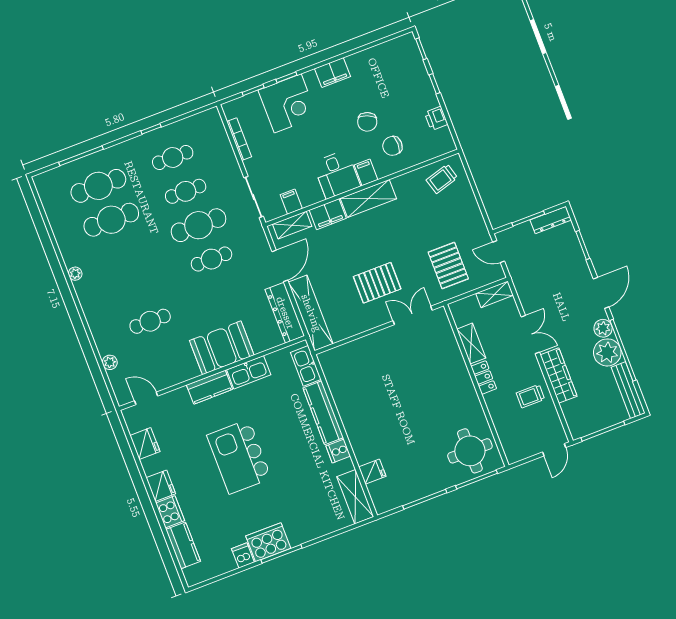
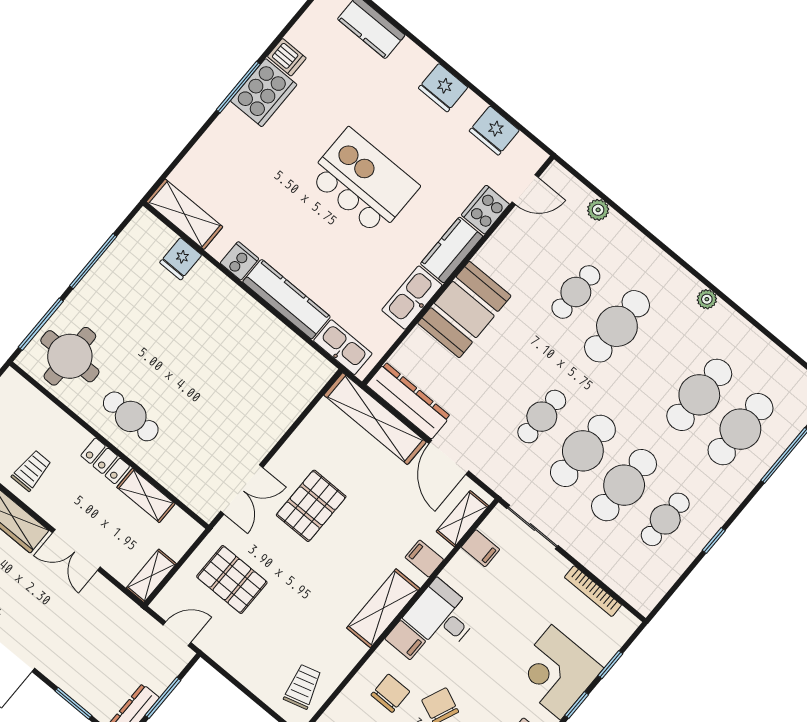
cafe table: (186, 191) -> (624, 485), width x1.37, depth x1.35
filing cabinet: (328, 214) -> (424, 559), width x0.50
cafe table: (137, 287) -> (617, 326), added
cafe table: (454, 395) -> (131, 416), added
cooker: (170, 512) -> (485, 210), moved, turned 90

